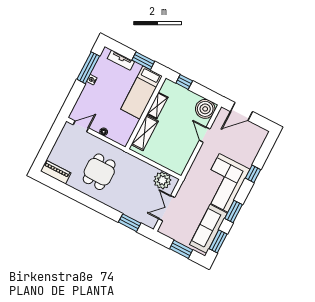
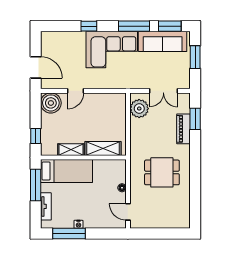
window: (143, 61) -> (36, 185), width x1.44
piano: (56, 172) -> (183, 129), moved
window: (234, 212) -> (134, 26), width x1.44

